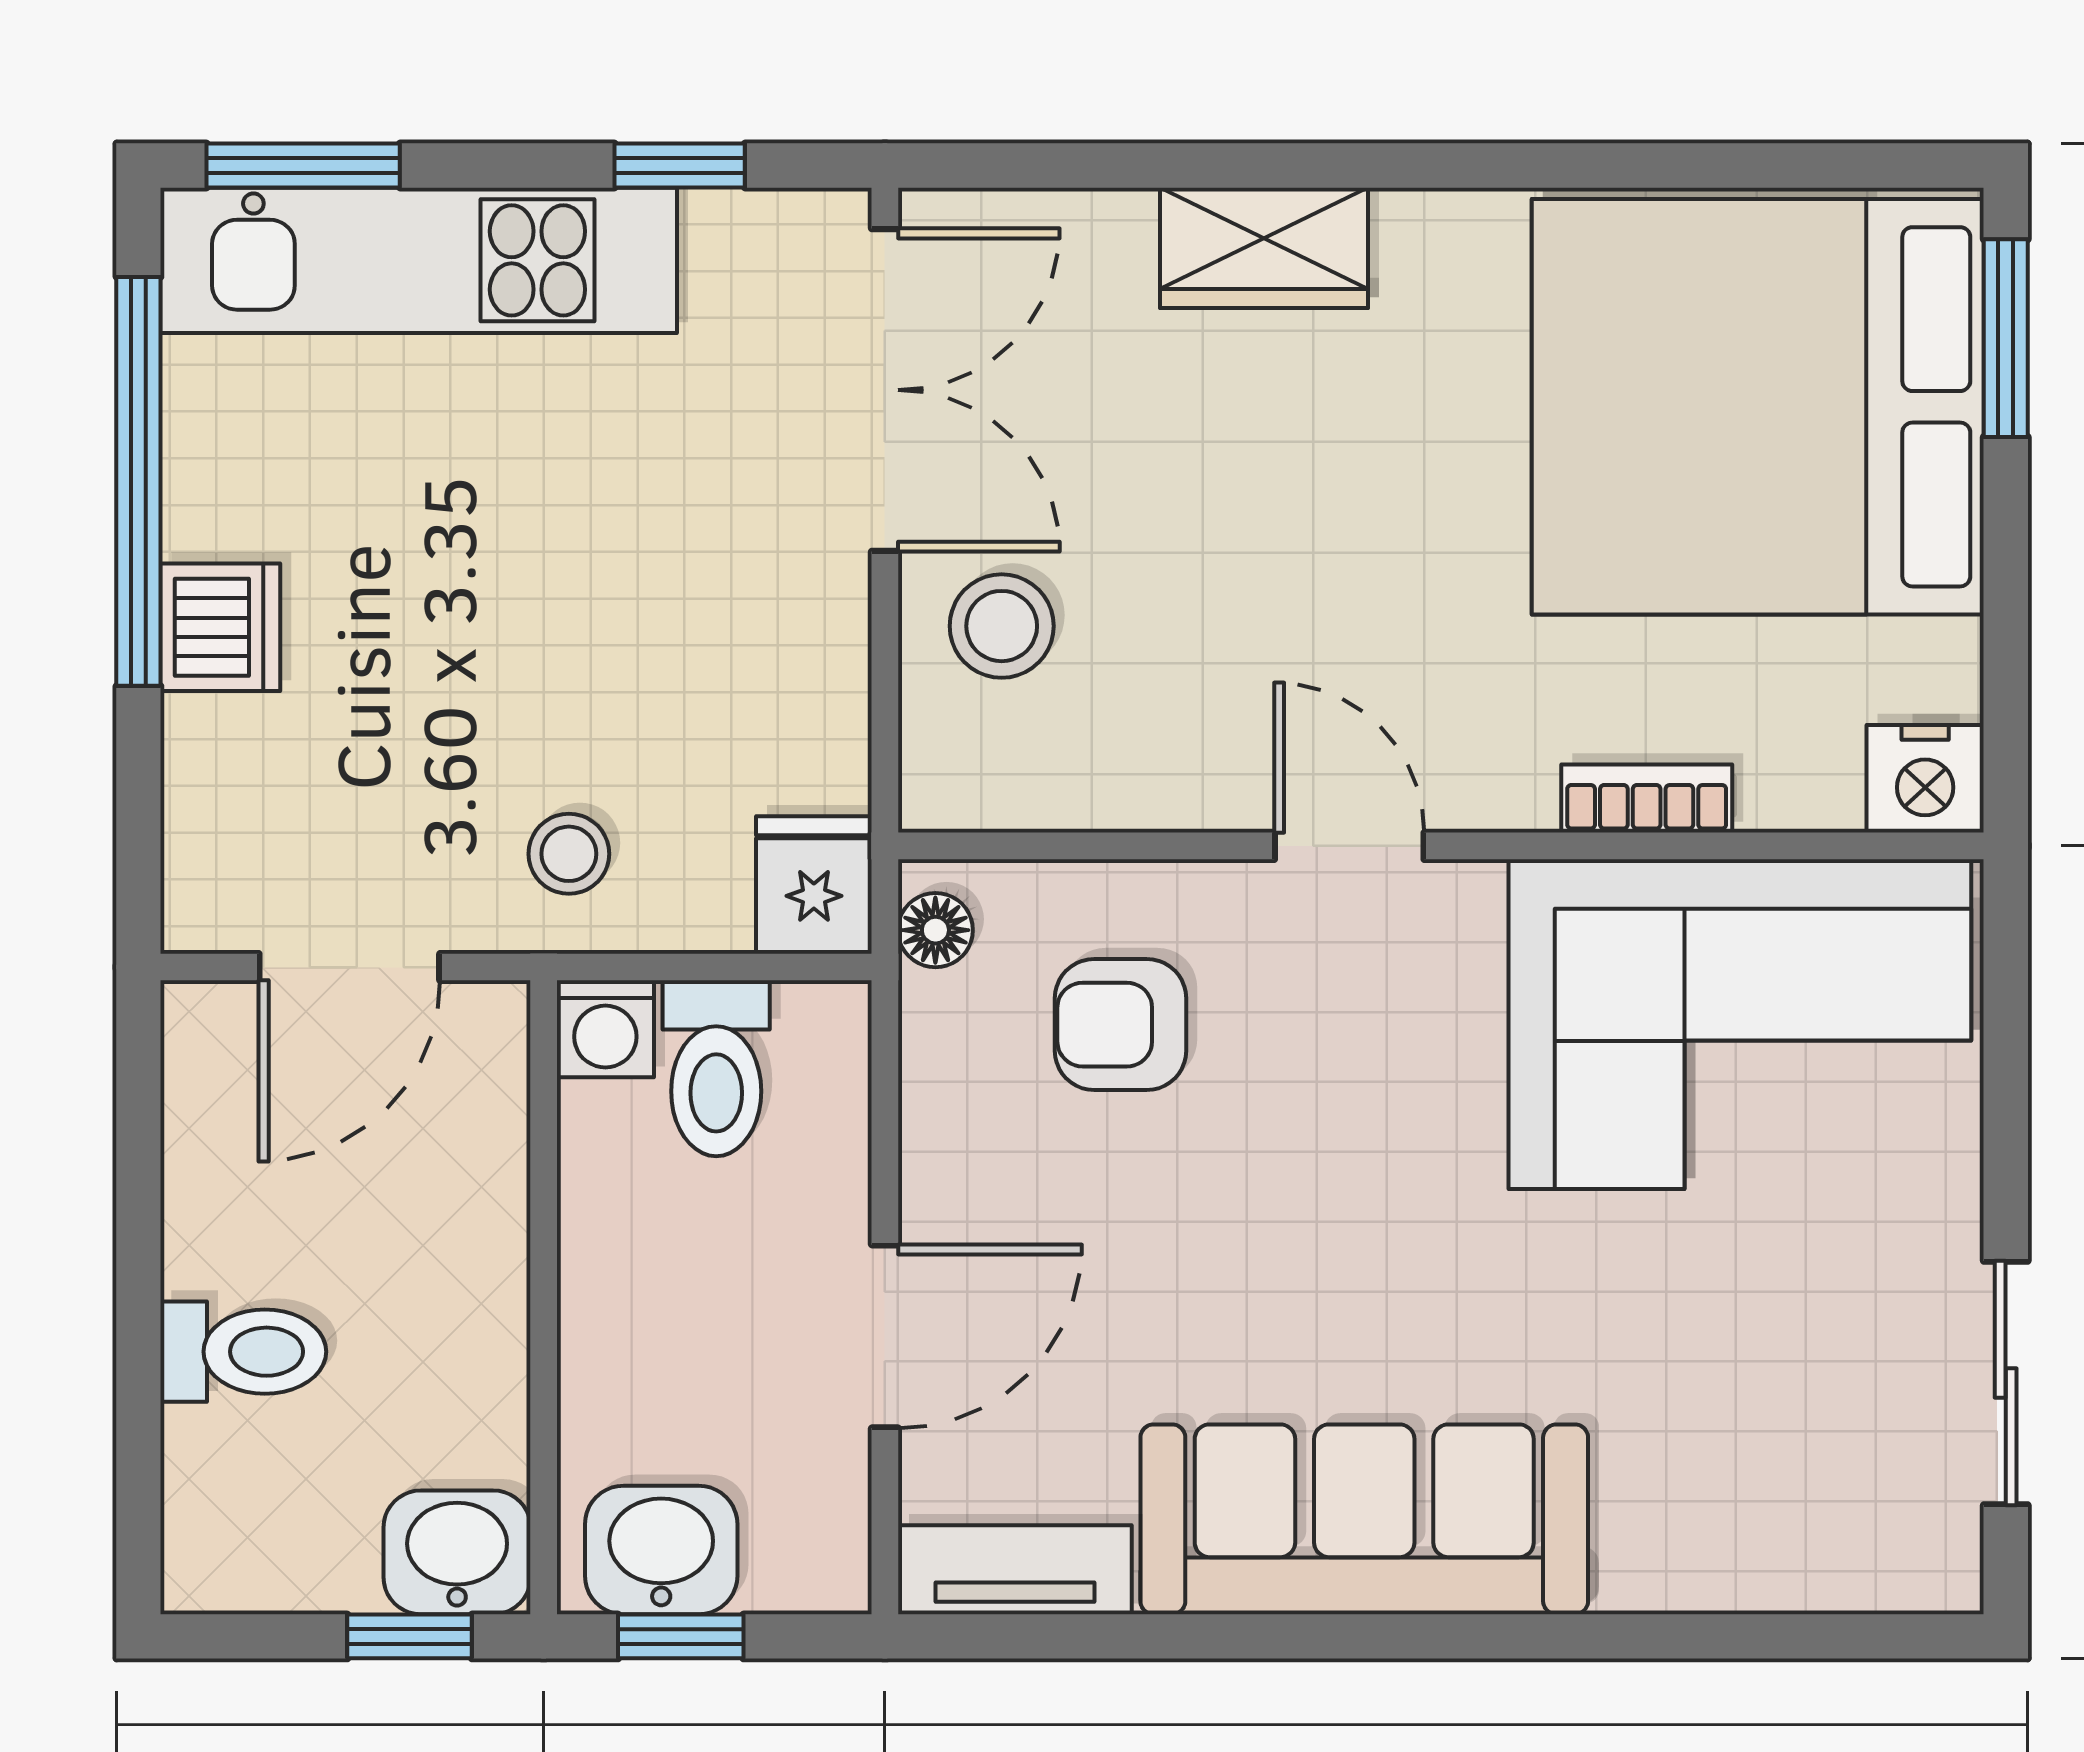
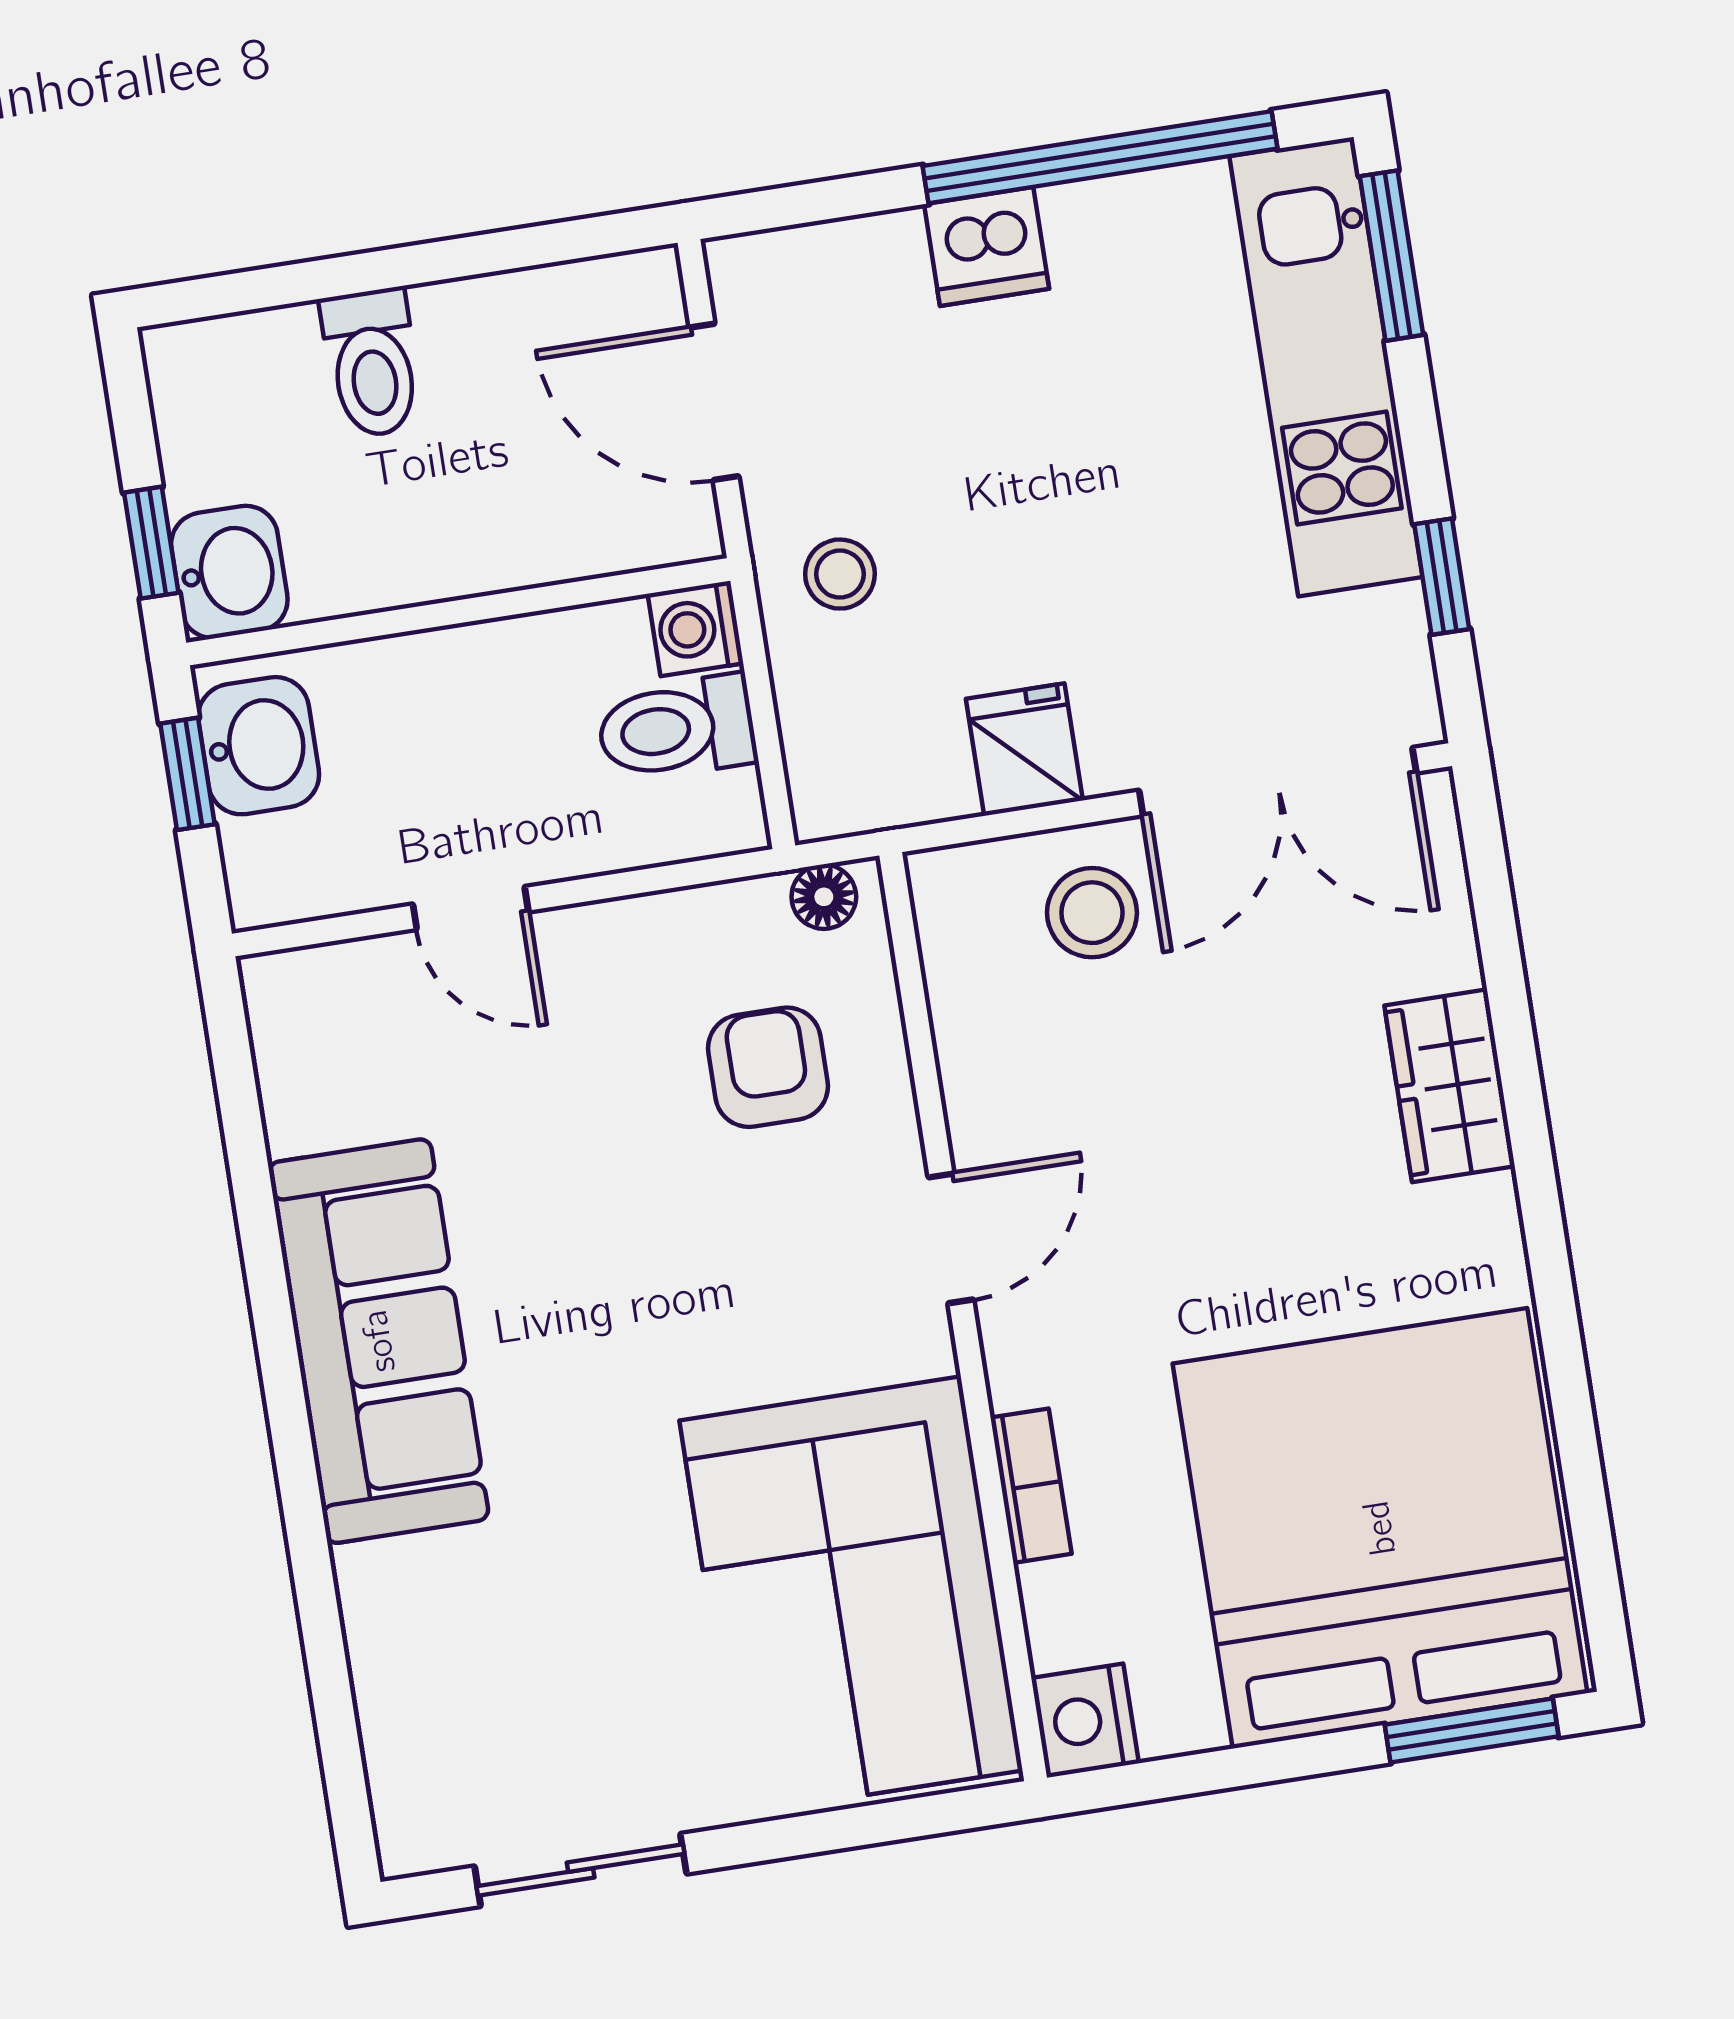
fridge: (814, 885) -> (1024, 750), moved, turned -90
door: (885, 1336) -> (471, 908), width x0.73
tv unit: (1015, 1570) -> (289, 1050), removed

